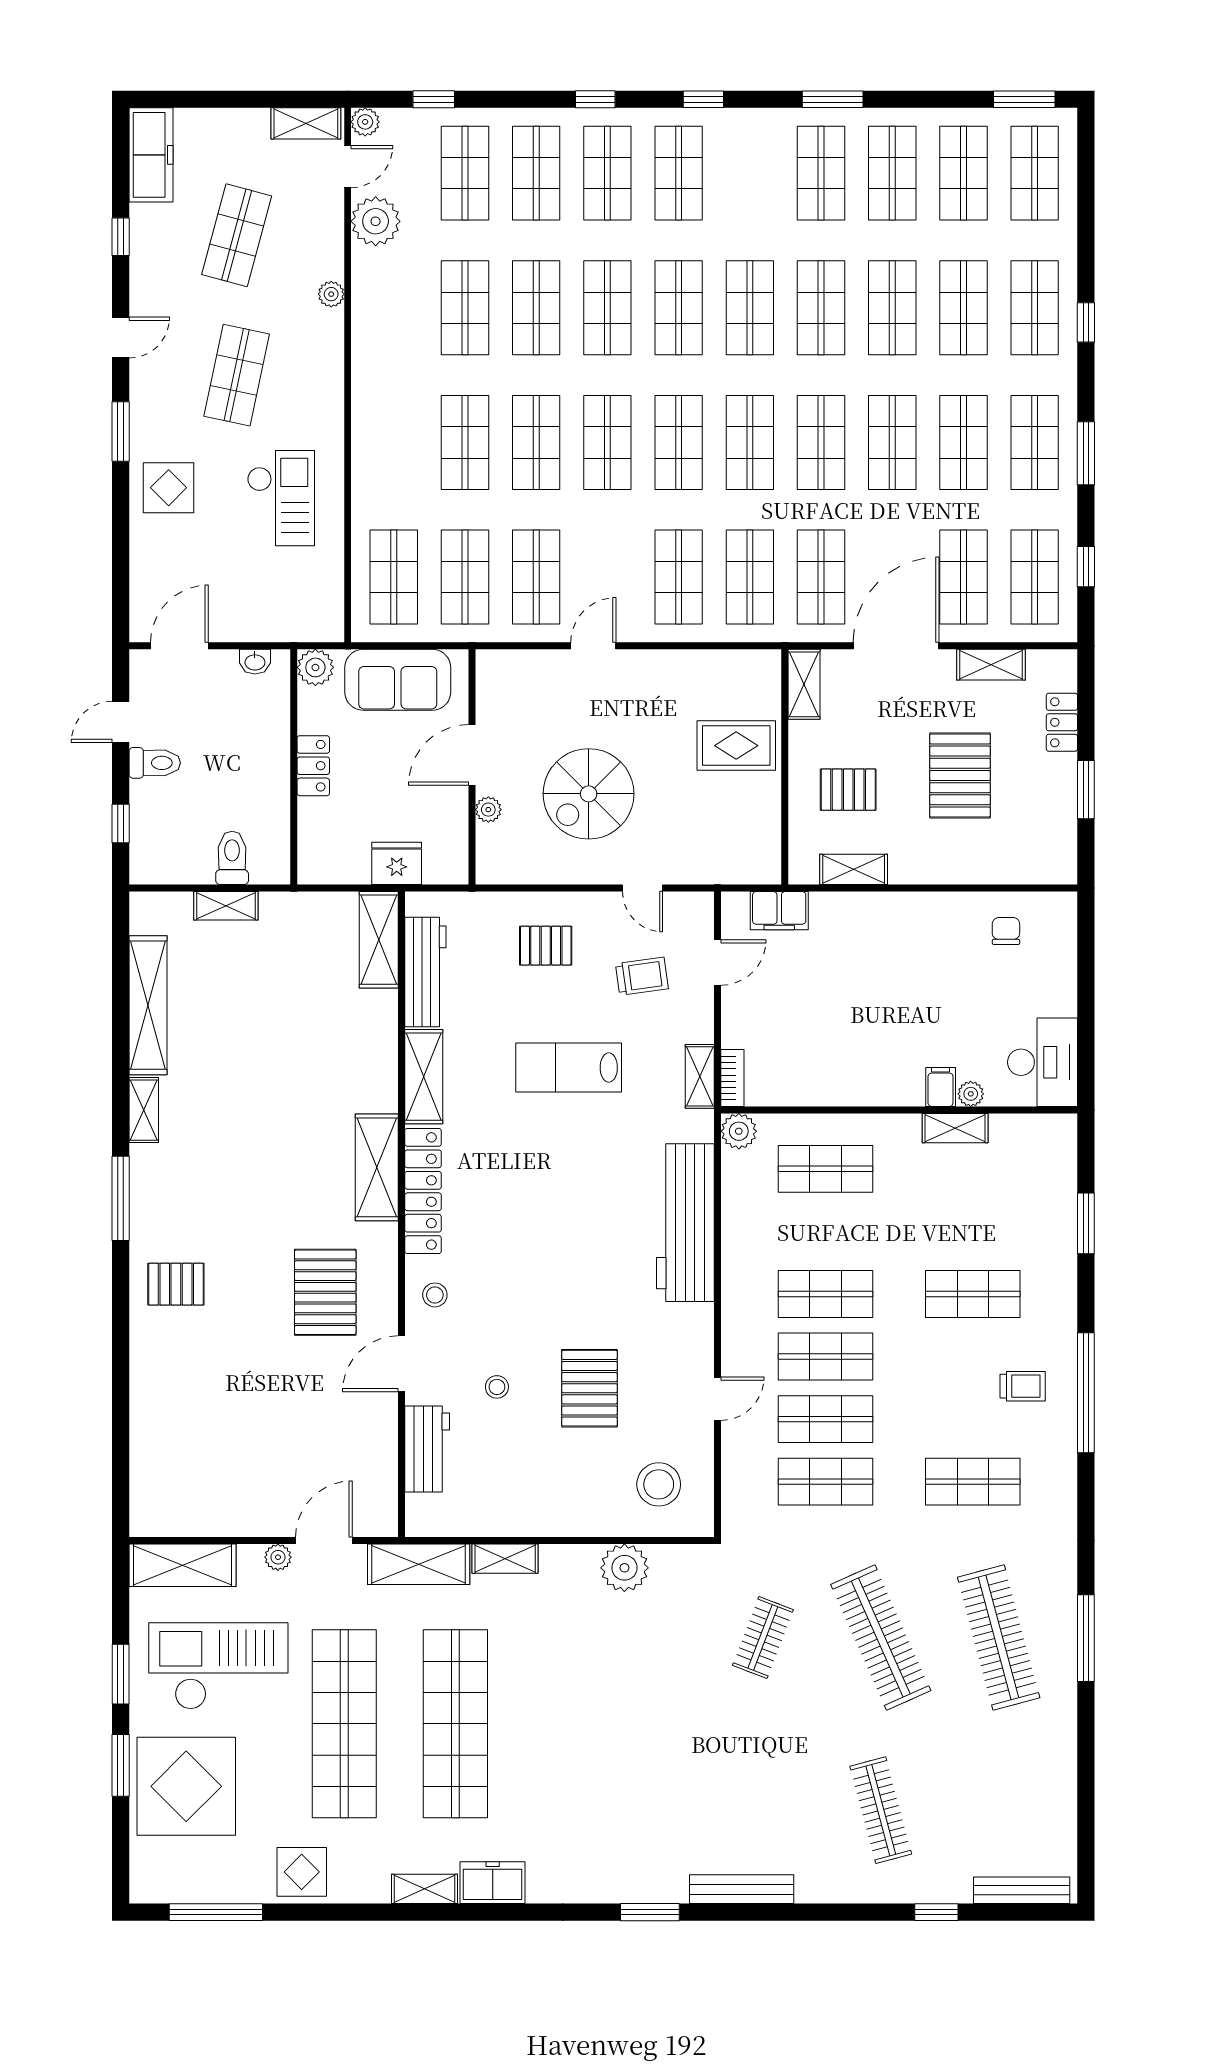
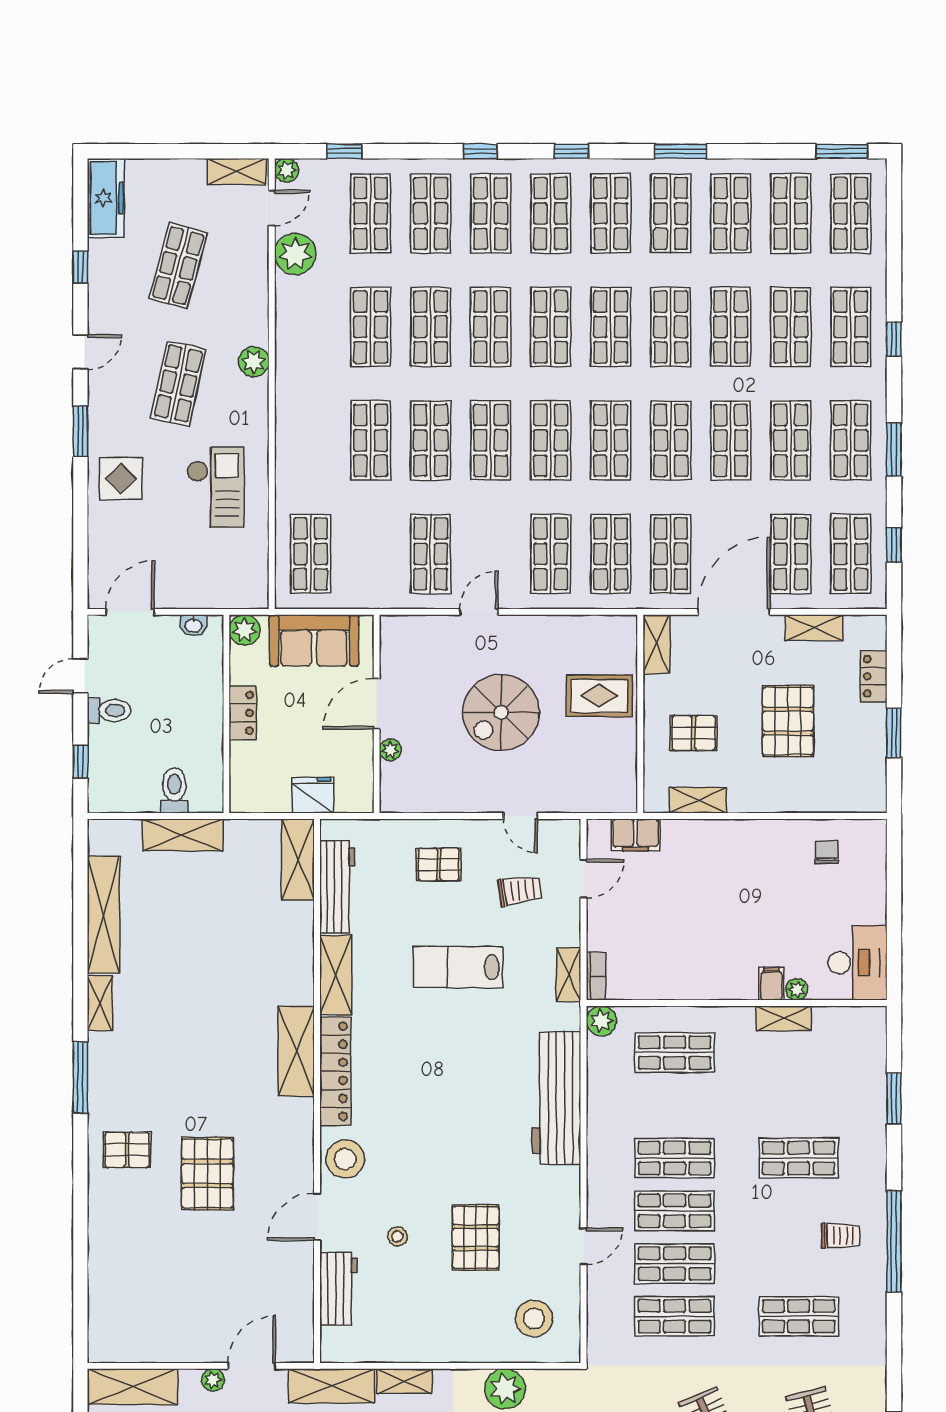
plant: (331, 294) -> (254, 362), moved, width x1.38, depth x1.38
shop shelf: (465, 577) -> (611, 213), moved
spiral stairs: (589, 794) -> (501, 712), moved
shelving: (226, 906) -> (183, 835), width x1.50, depth x1.33
pallet: (325, 1292) -> (207, 1174), moved
stool: (435, 1295) -> (345, 1159), width x1.89, depth x1.89

